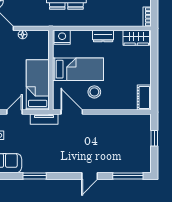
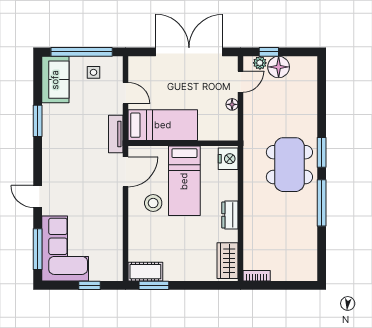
window: (154, 91) -> (154, 285), added
corner sofa: (127, 156) -> (65, 248), added

